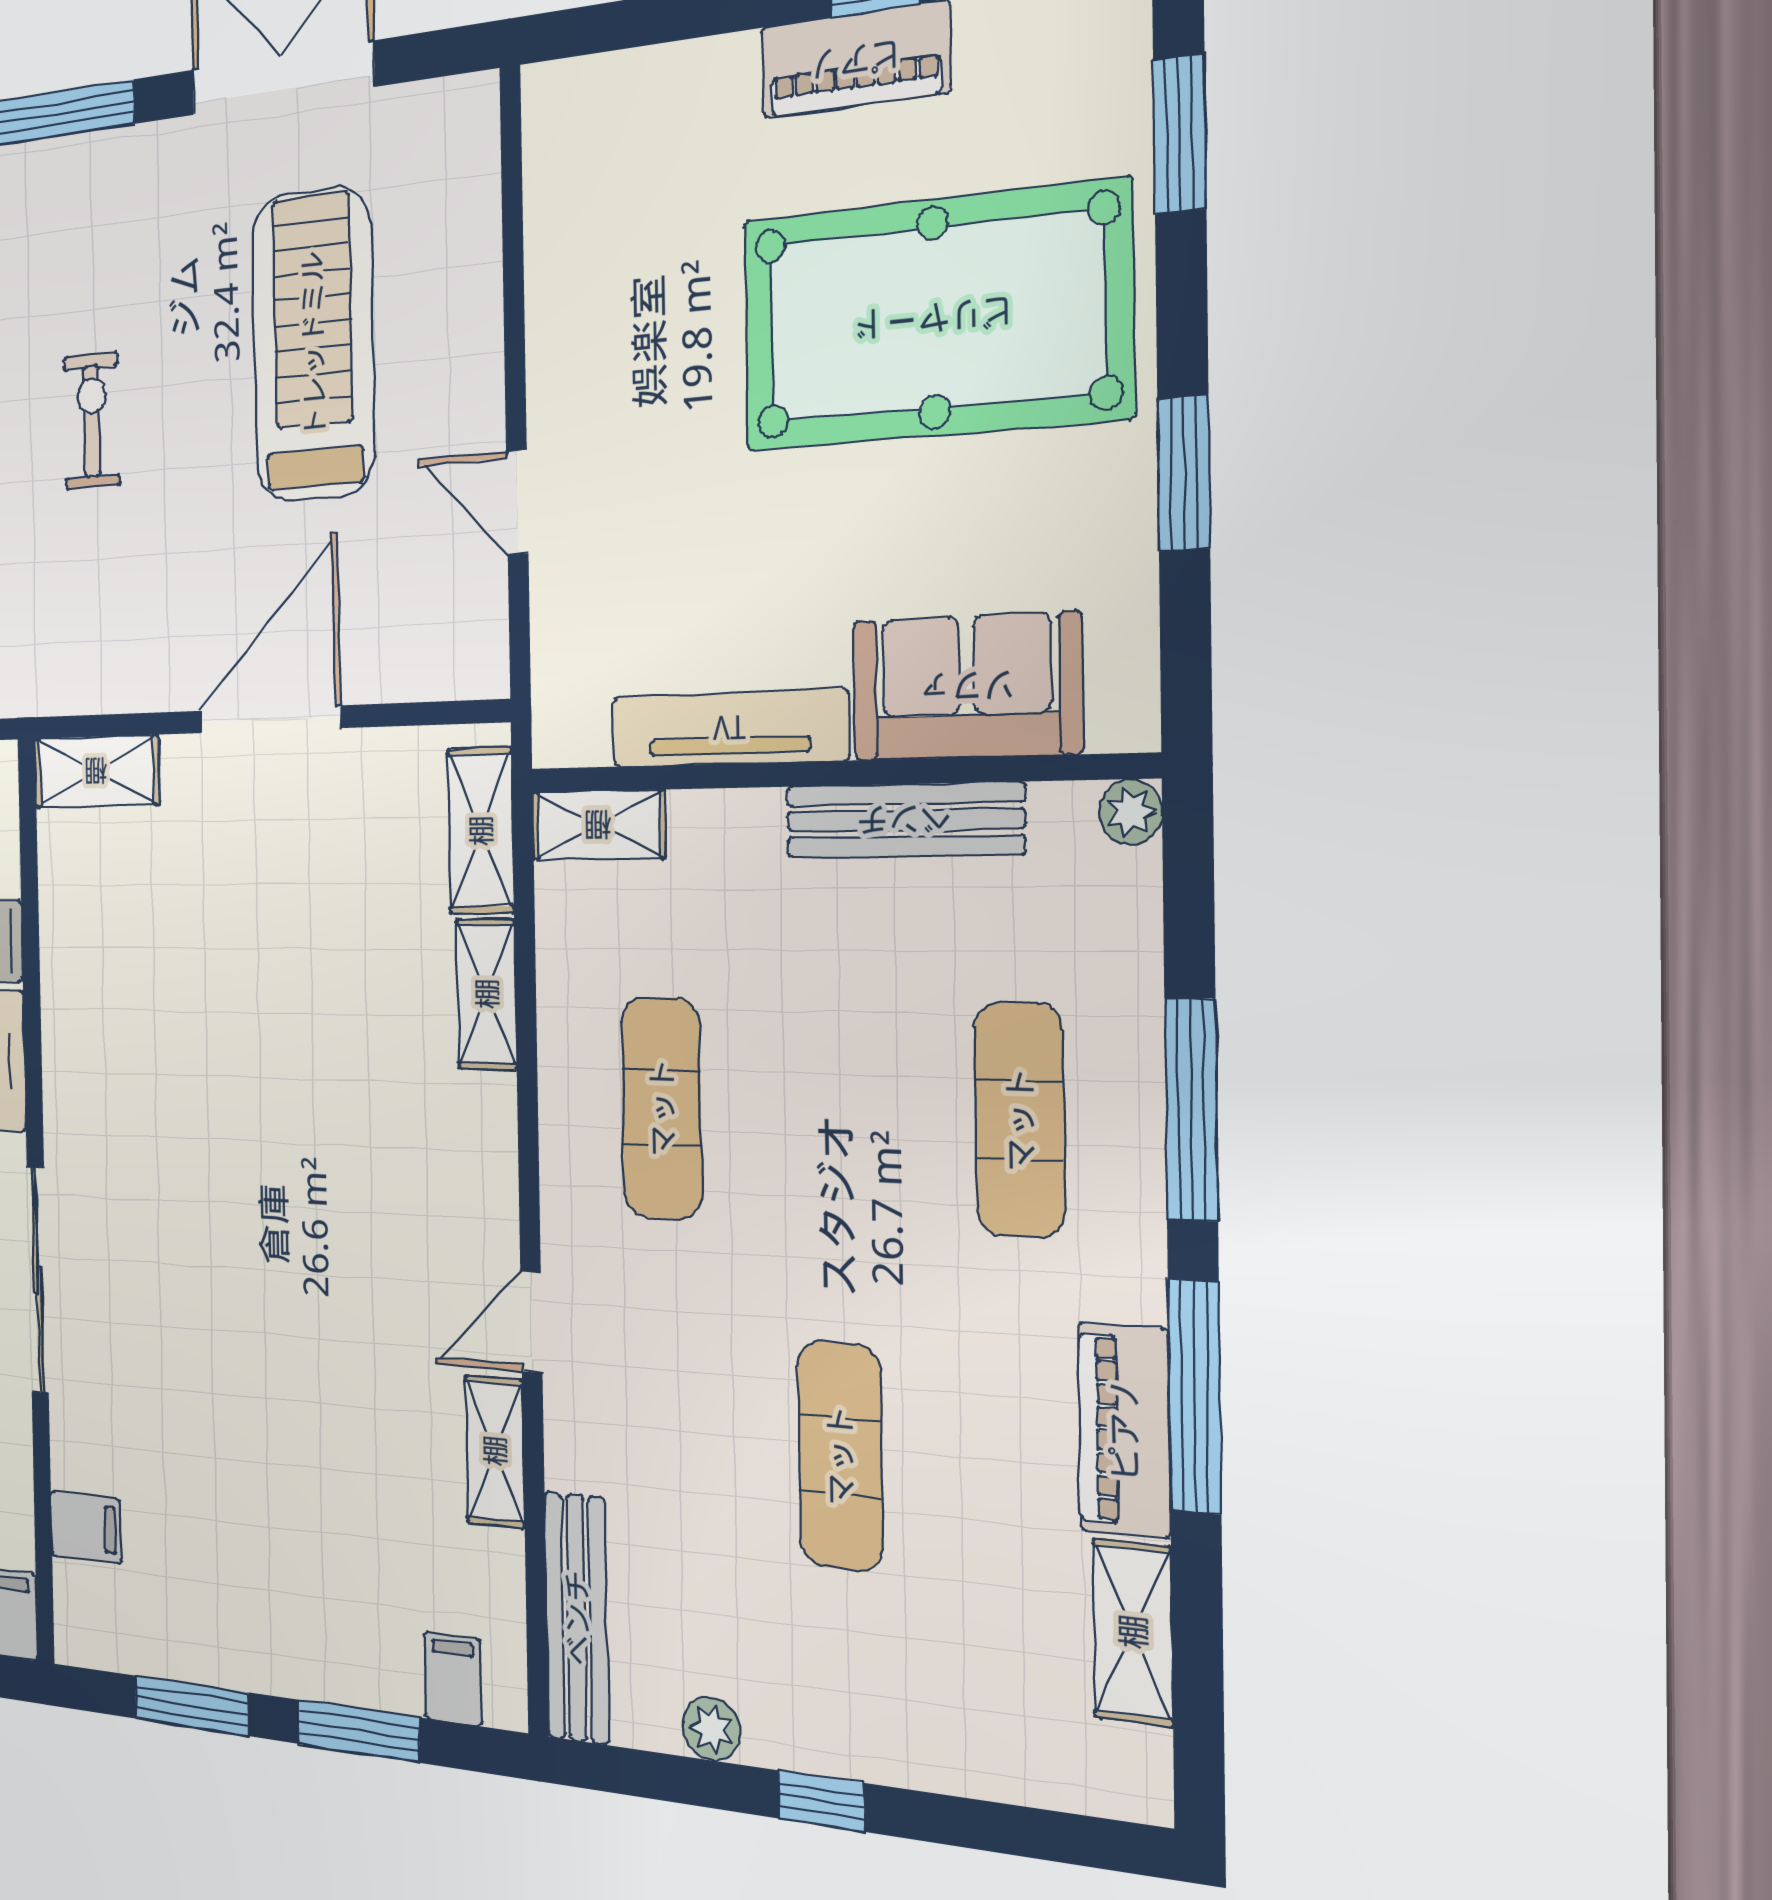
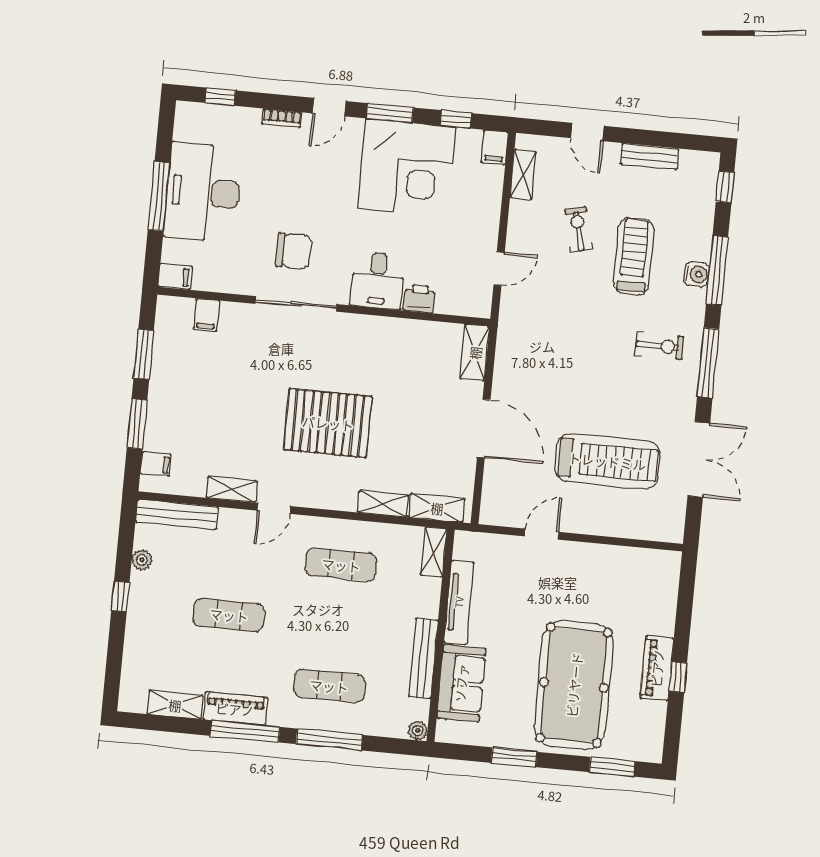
exercise bike: (92, 421) -> (659, 346), moved
pallet: (301, 1174) -> (328, 423), added
door: (531, 1322) -> (274, 508), swing flipped

